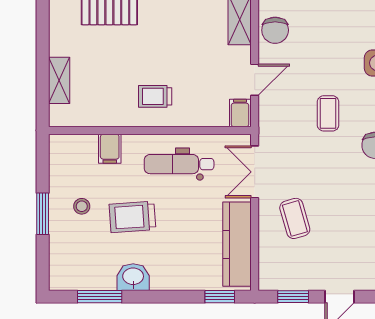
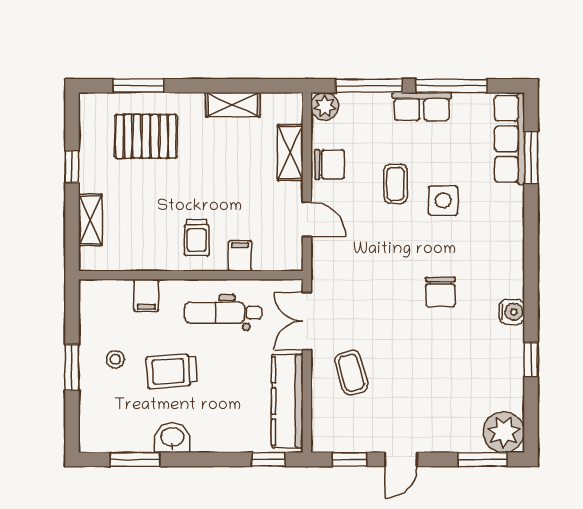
chair: (275, 30) -> (329, 164), turned -90
window: (43, 32) -> (72, 167), added
door: (255, 80) -> (307, 219), hinge flipped
trolley: (155, 96) -> (197, 238), turned -90
filing cabinet: (240, 113) -> (240, 256), moved
coffee table: (328, 113) -> (396, 184), moved

